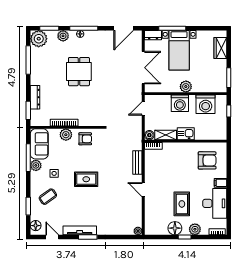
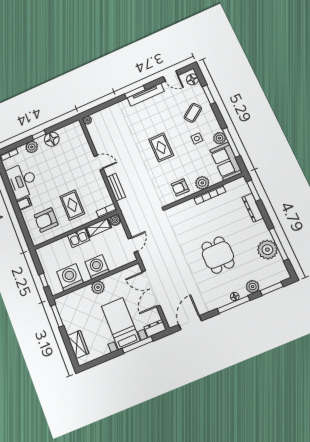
plant: (39, 39) -> (267, 250), moved
rug: (86, 179) -> (161, 147), turned 90
rug: (182, 204) -> (72, 205), moved

